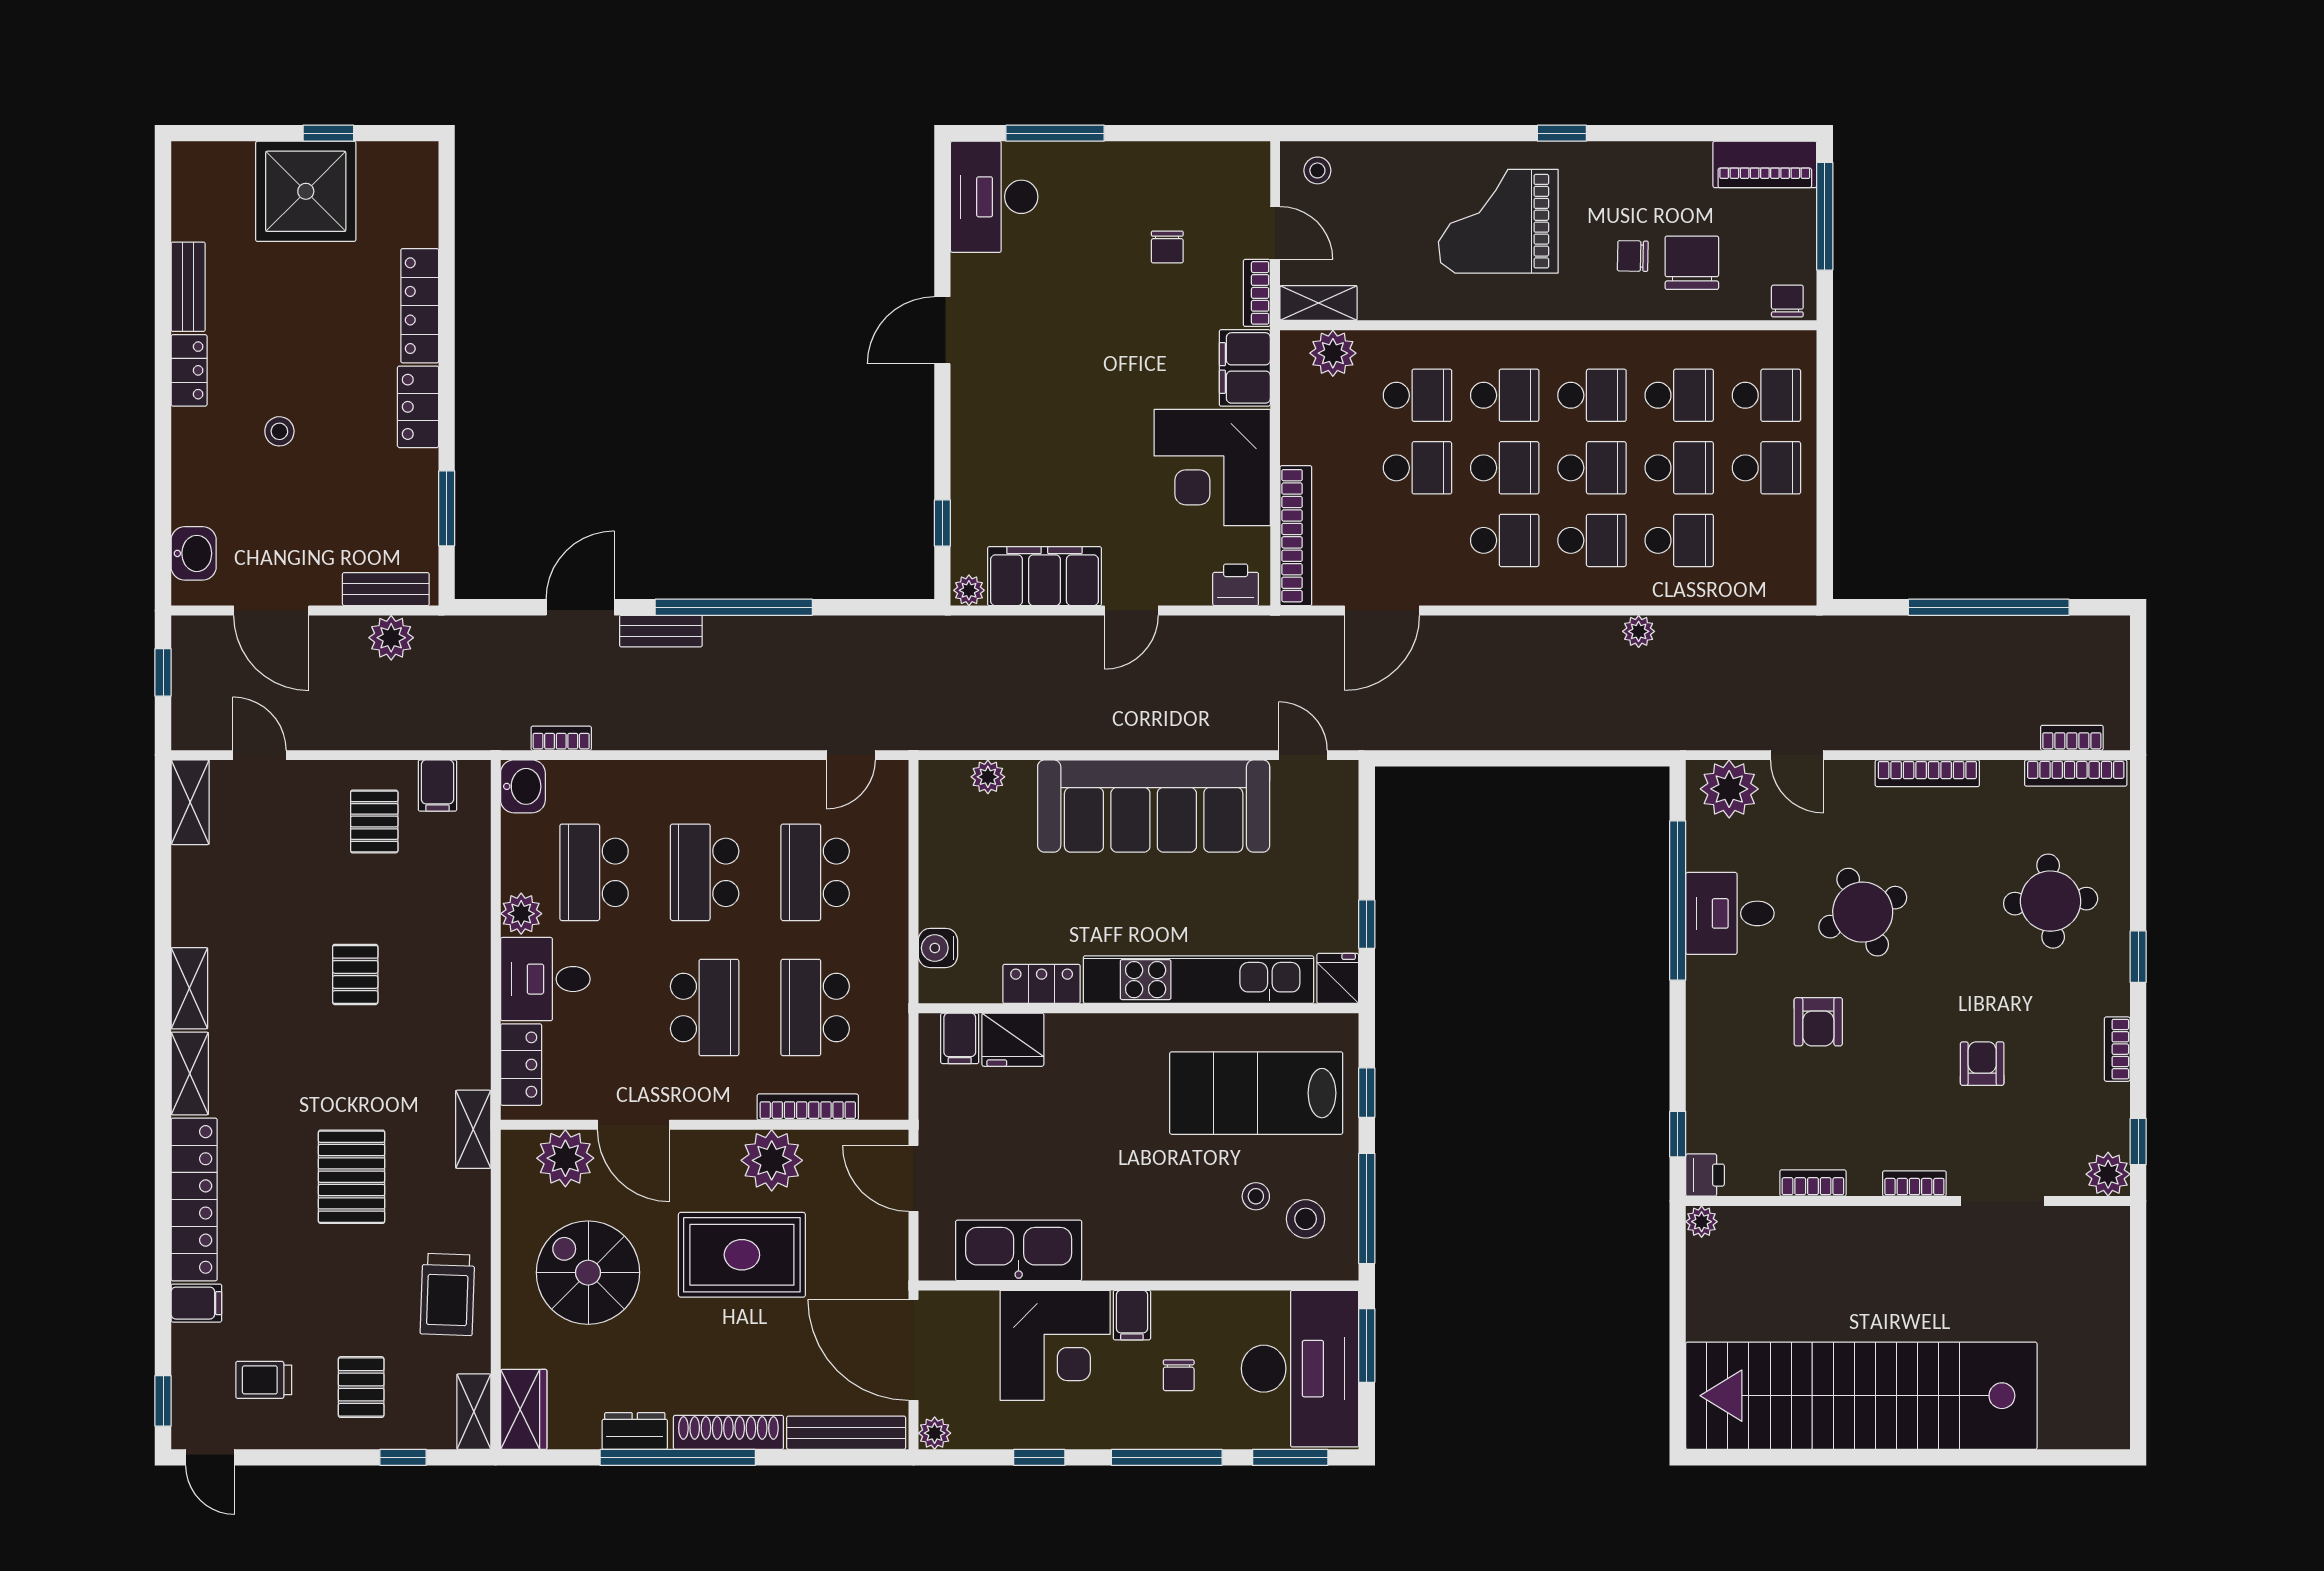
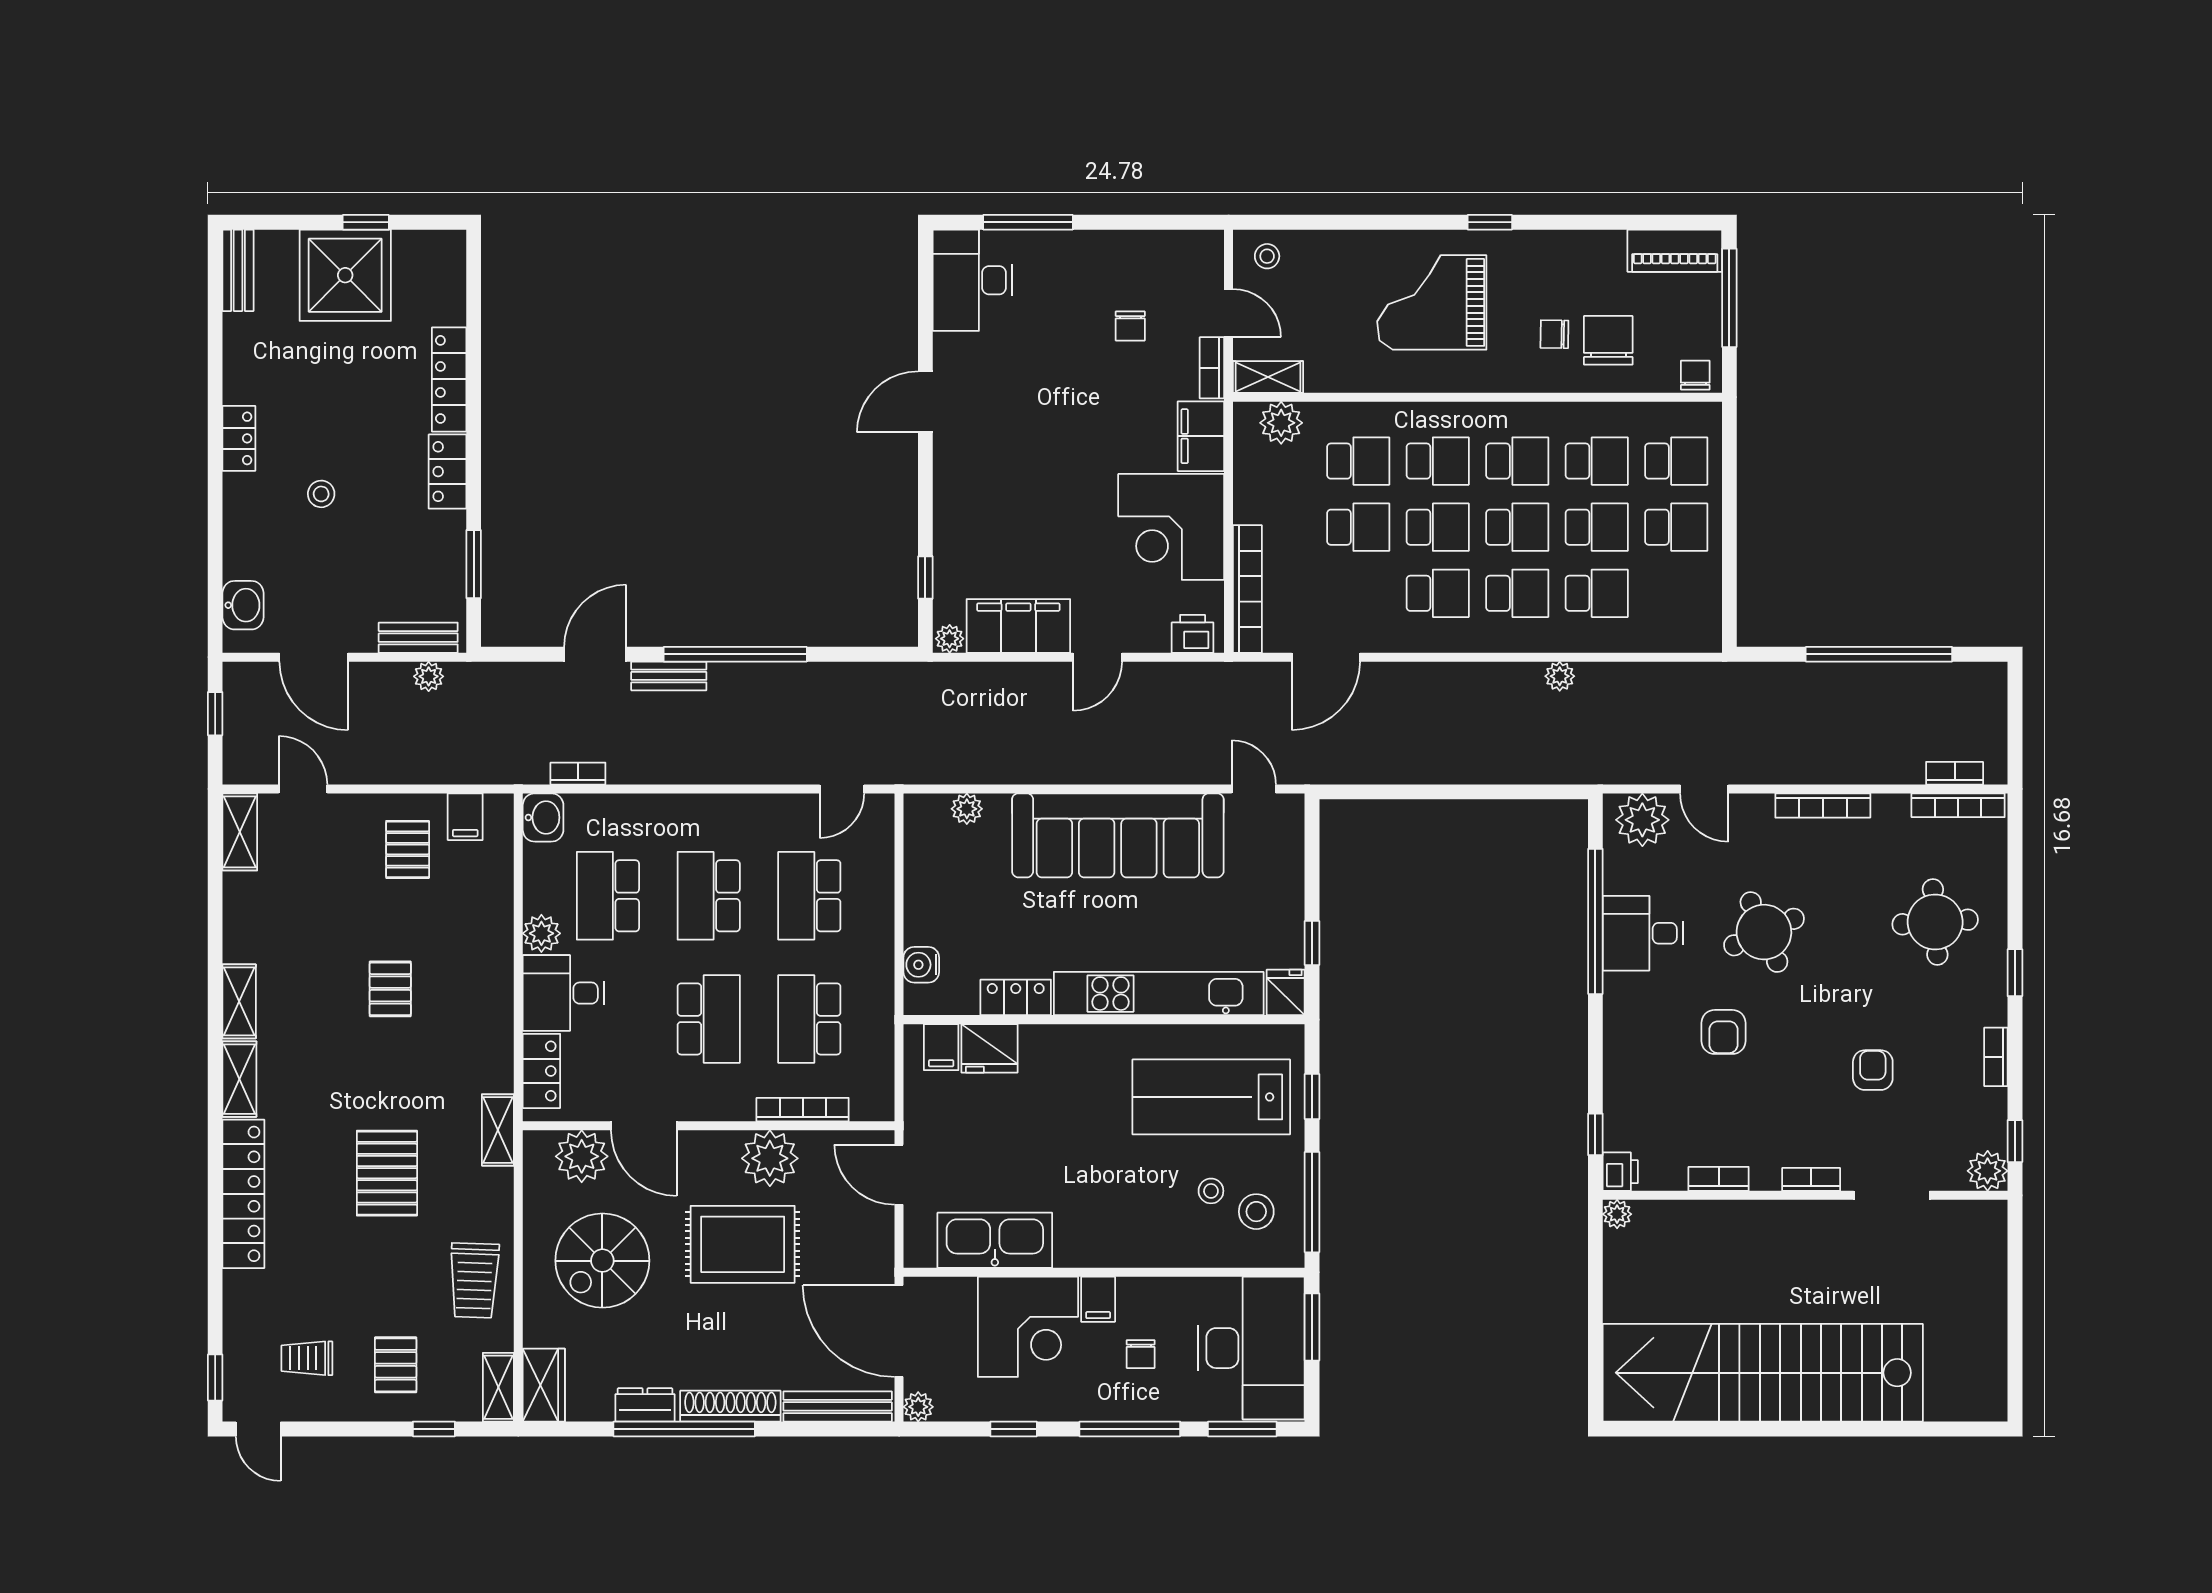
bench: (188, 287) -> (238, 270), moved
plant: (391, 638) -> (429, 676), width x0.73, depth x0.73
spiral stairs: (588, 1273) -> (602, 1261), turned -90
filing cabinet: (196, 1303) -> (246, 1288), removed

